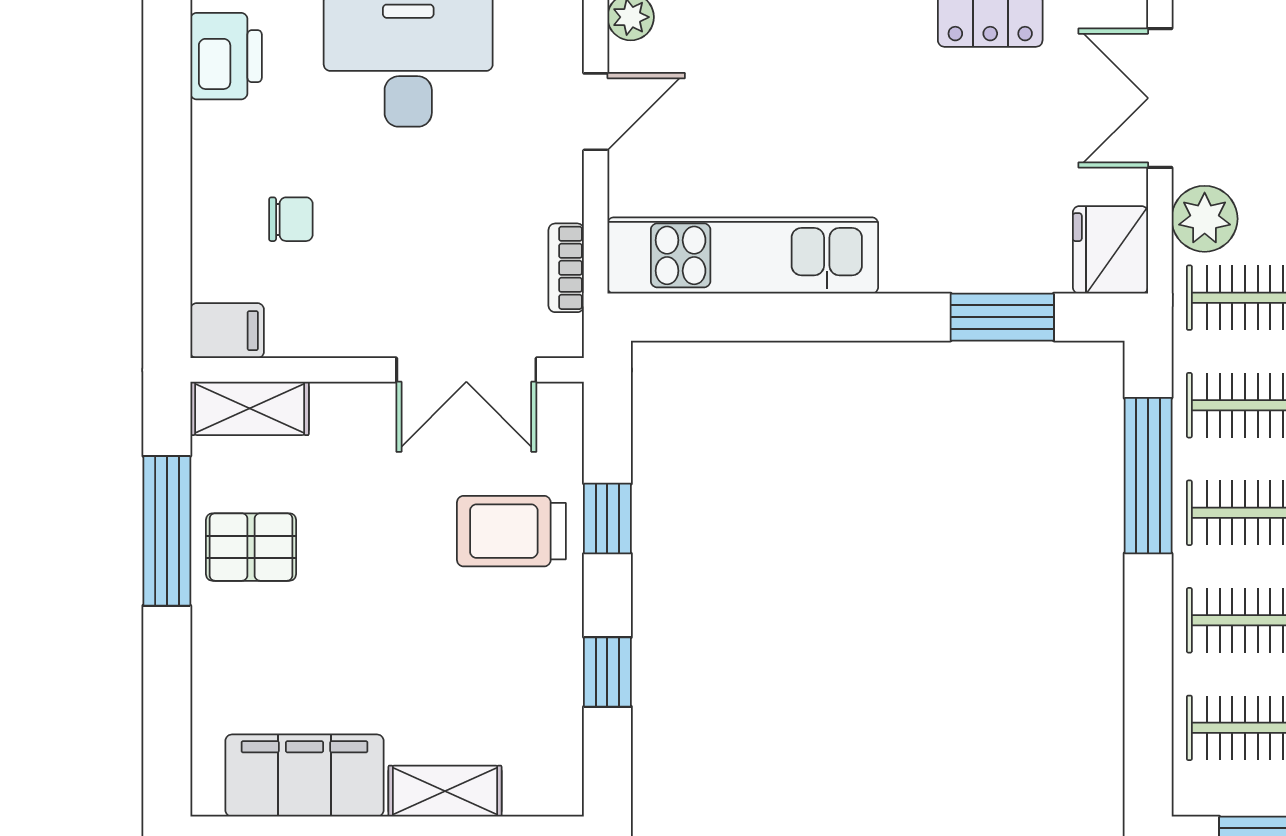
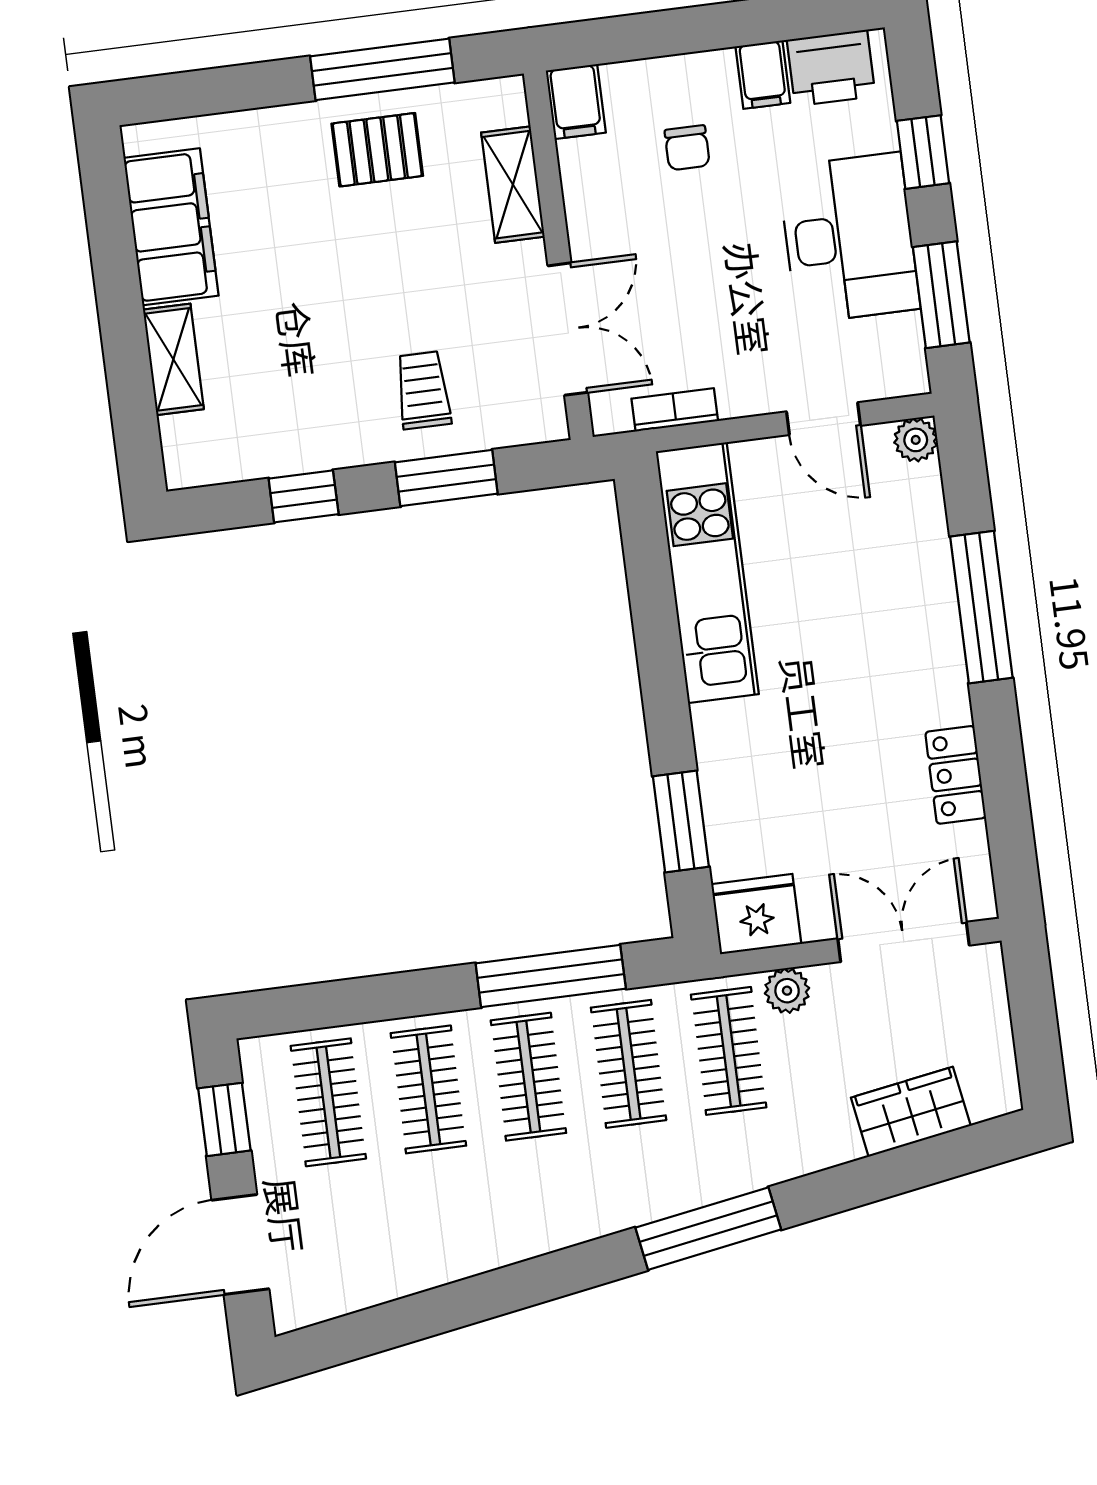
filing cabinet: (224, 129) -> (763, 75), added
plant: (1205, 219) -> (787, 991), width x0.73, depth x0.73
double door: (466, 370) -> (568, 329), swing flipped
shelving: (250, 408) -> (513, 185), moved
window: (607, 519) -> (446, 478), width x1.50
trolley: (511, 531) -> (423, 390), width x0.73, depth x0.72
pallet: (251, 547) -> (377, 150), turned 90

